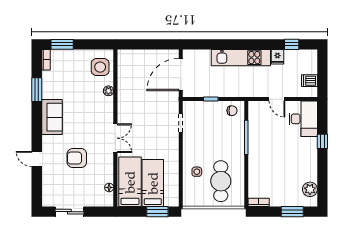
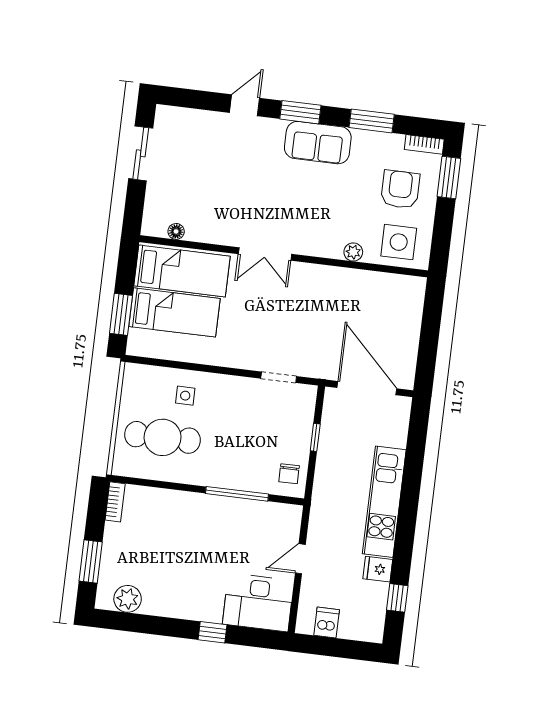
window: (37, 128) -> (300, 112), added
armchair: (77, 158) -> (400, 189), moved

